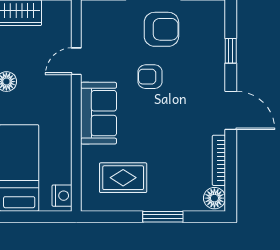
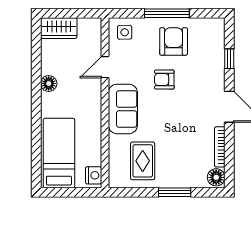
side table: (101, 18) -> (125, 32), added
armchair: (161, 29) -> (174, 41), turned -90
rug: (123, 178) -> (143, 161), turned 90

